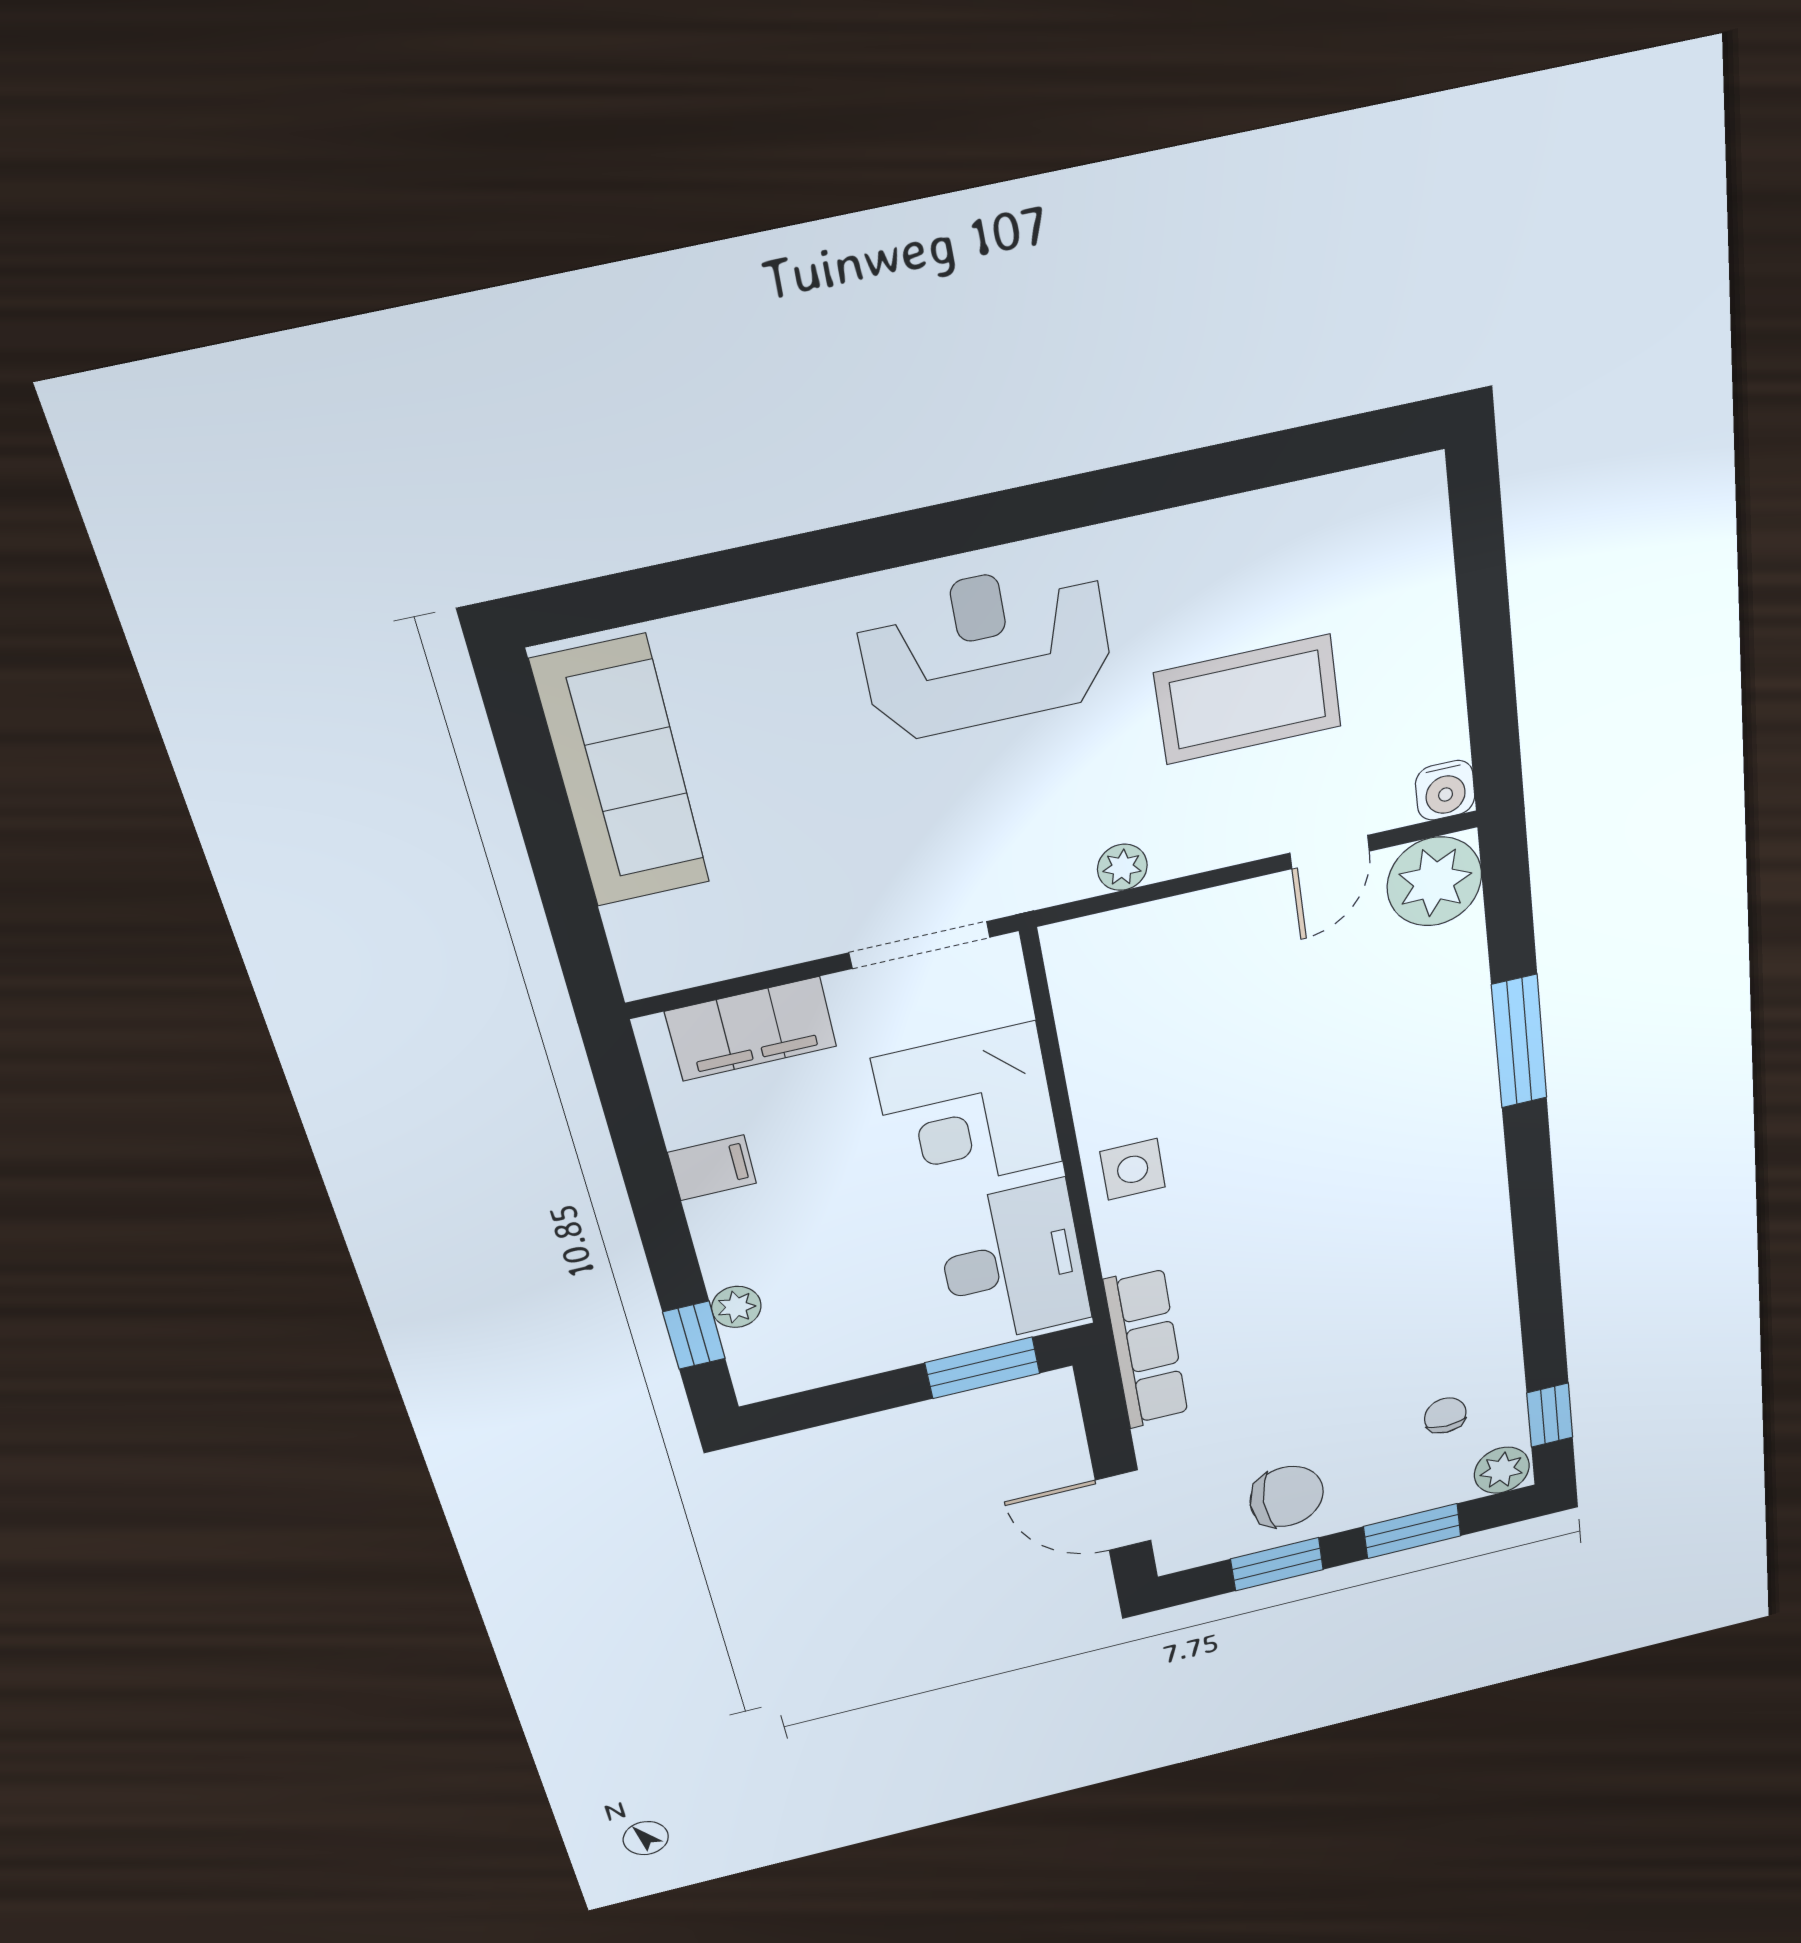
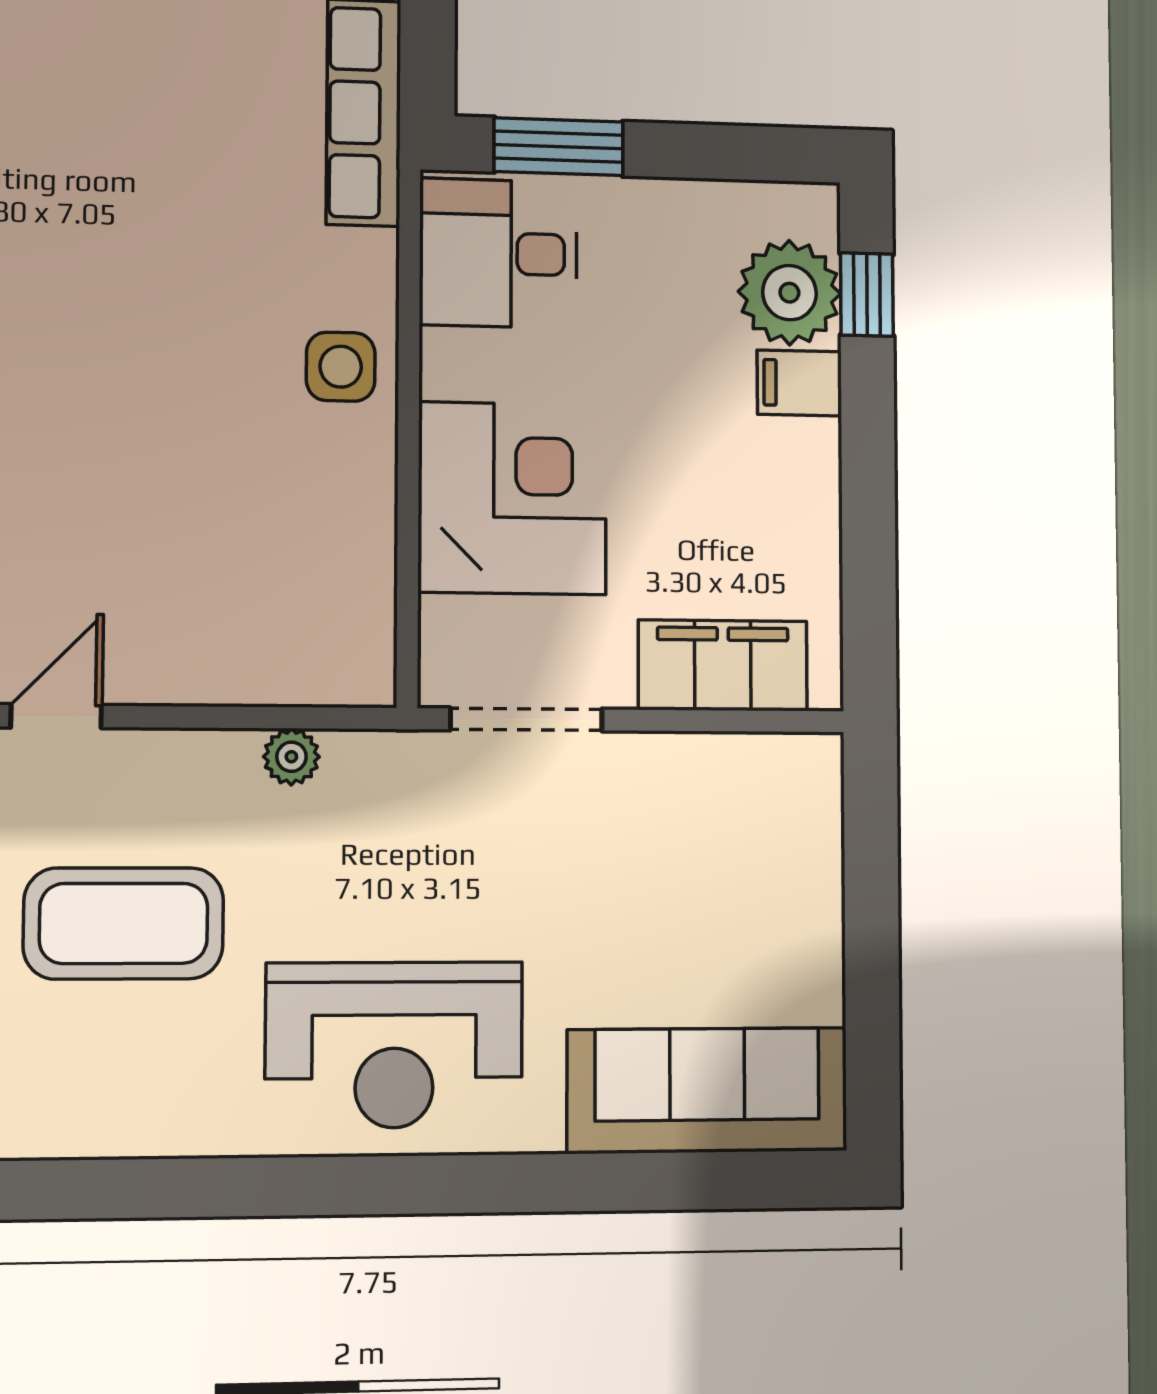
sofa: (621, 773) -> (707, 1090), moved, turned 90
filing cabinet: (712, 1168) -> (799, 383), moved
desk: (1013, 1263) -> (498, 253), width x0.73
plant: (736, 1307) -> (789, 293), width x1.88, depth x1.88

